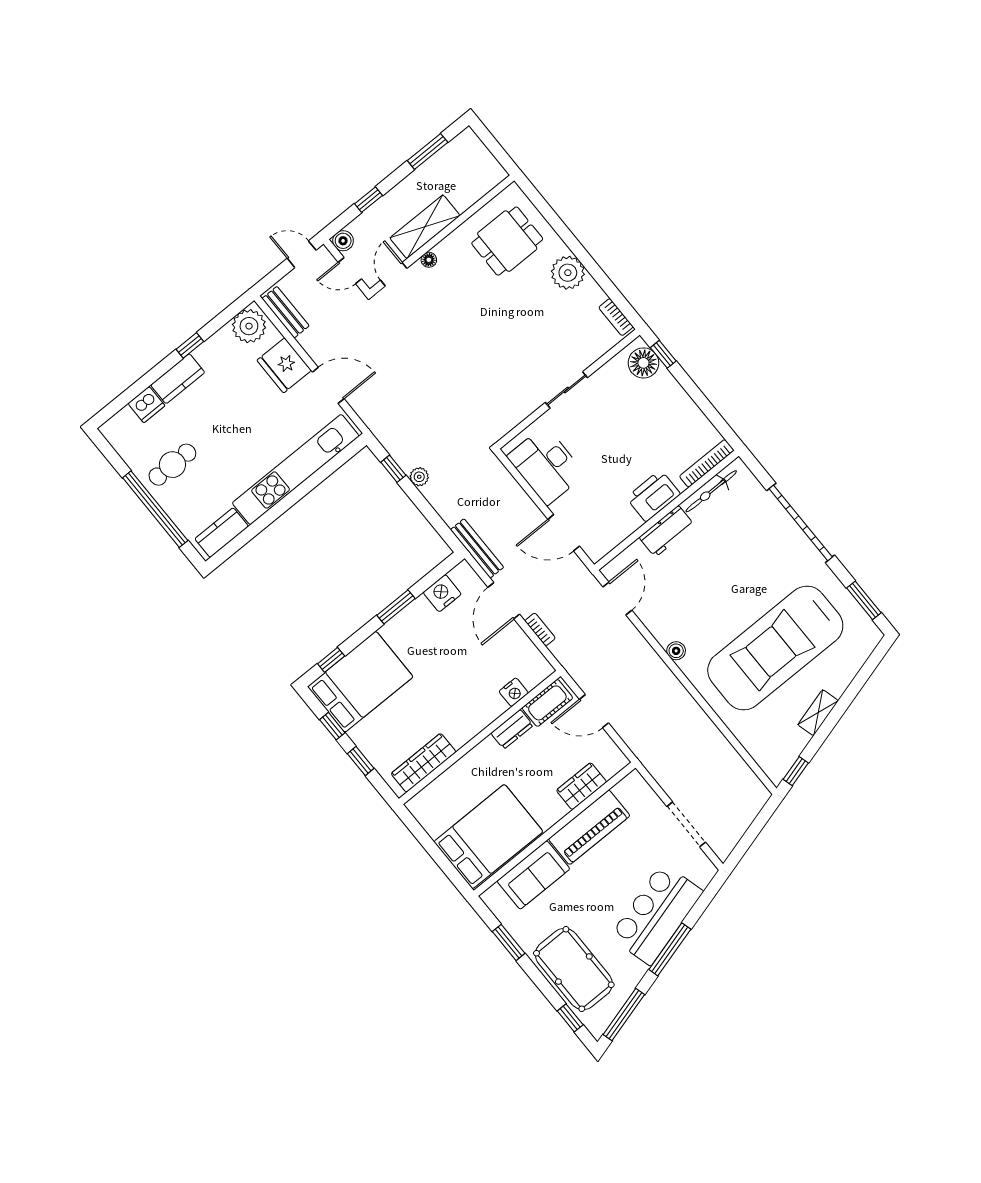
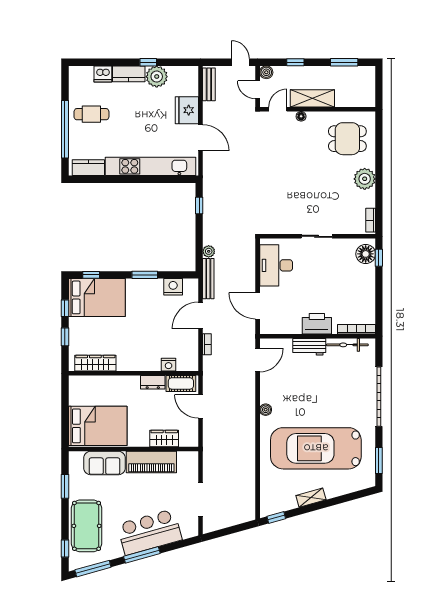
plant: (249, 326) -> (157, 77), moved
plant: (419, 477) -> (209, 251), moved

